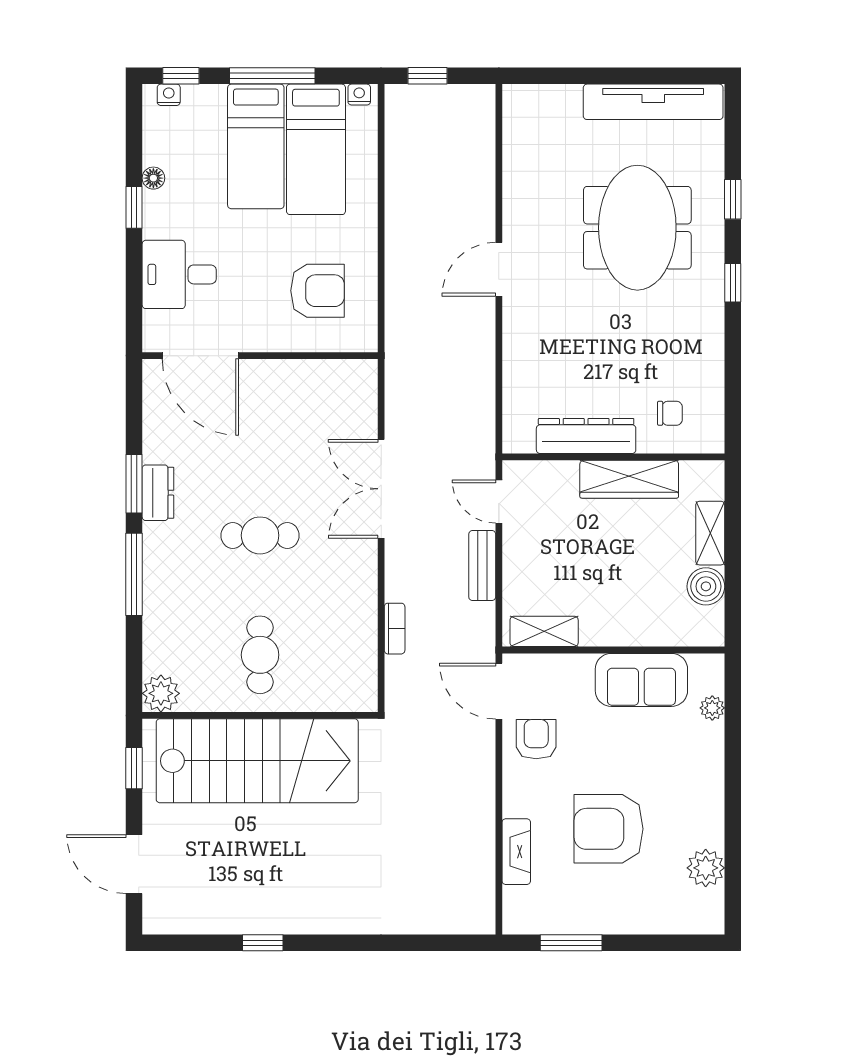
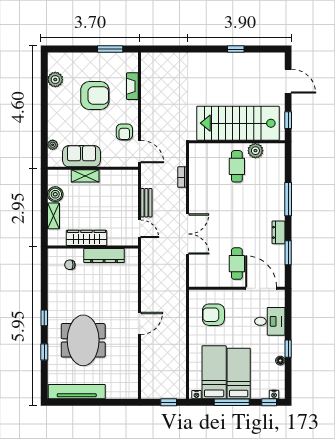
window: (134, 484) -> (288, 253), moved
cafe table: (260, 535) -> (237, 264), moved, turned 90
shelving: (544, 631) -> (85, 176), moved
plant: (161, 693) -> (255, 151), moved

